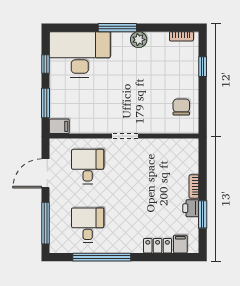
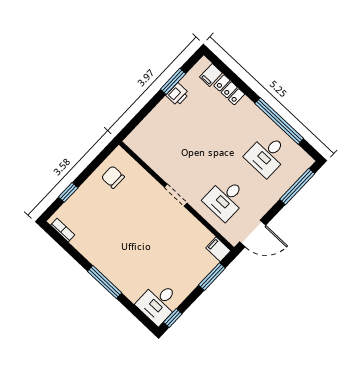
plant: (139, 40) -> (97, 258), removed
desk: (80, 54) -> (159, 303), width x0.53, depth x0.77
window: (45, 64) -> (173, 318), moved
chair: (181, 107) -> (113, 177), turned 90
door: (45, 173) -> (253, 234), moved
bookcase: (194, 186) -> (160, 109), removed

